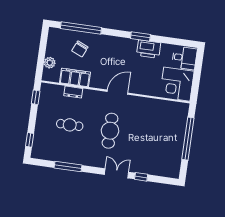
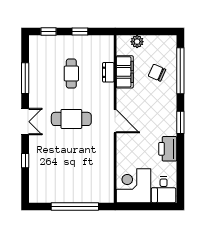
window: (140, 36) -> (180, 122), moved
window: (36, 97) -> (80, 31), moved
double door: (116, 173) -> (25, 122), moved

